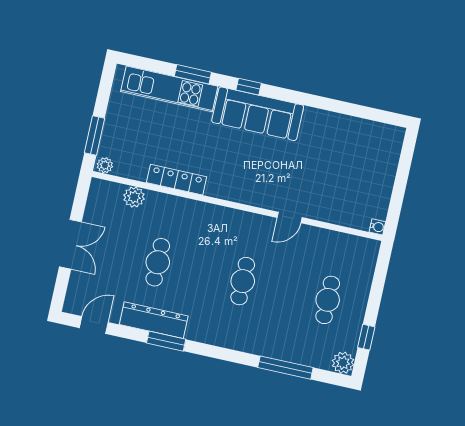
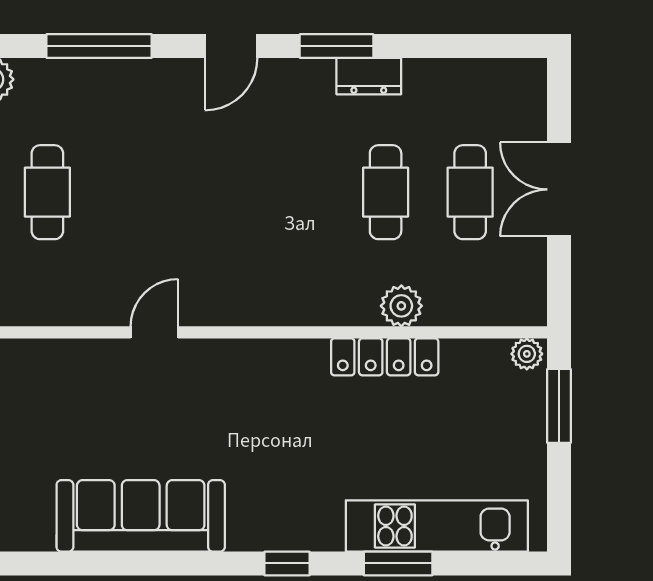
sofa: (258, 114) -> (141, 516), moved
plant: (134, 197) -> (401, 306), moved
cafe table: (243, 281) -> (470, 192), moved
dresser: (154, 320) -> (369, 76), width x0.51, depth x0.80
door: (94, 325) -> (231, 46), moved

